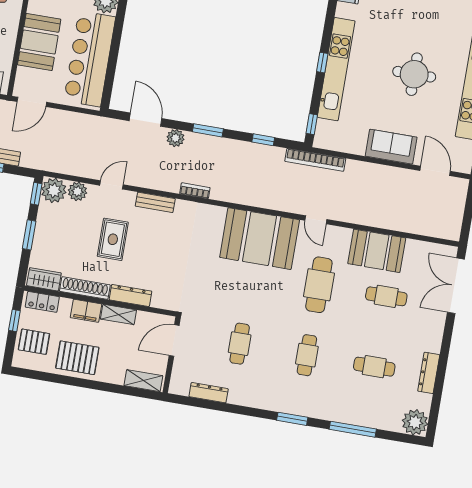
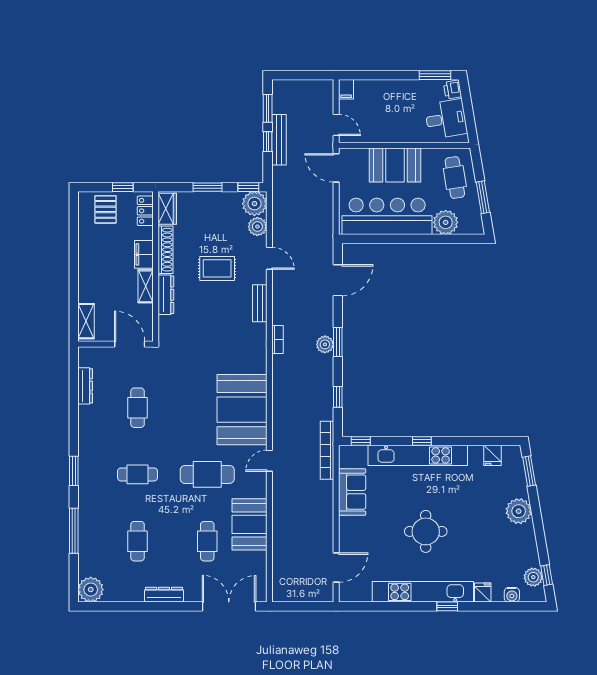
plant: (175, 138) -> (325, 344), moved
sofa: (391, 147) -> (352, 492), moved
cafe table: (240, 344) -> (138, 408), turned 90
pallet: (77, 358) -> (97, 254), removed
dresser: (429, 373) -> (164, 595), moved

